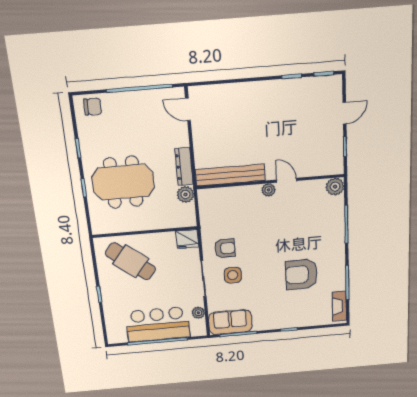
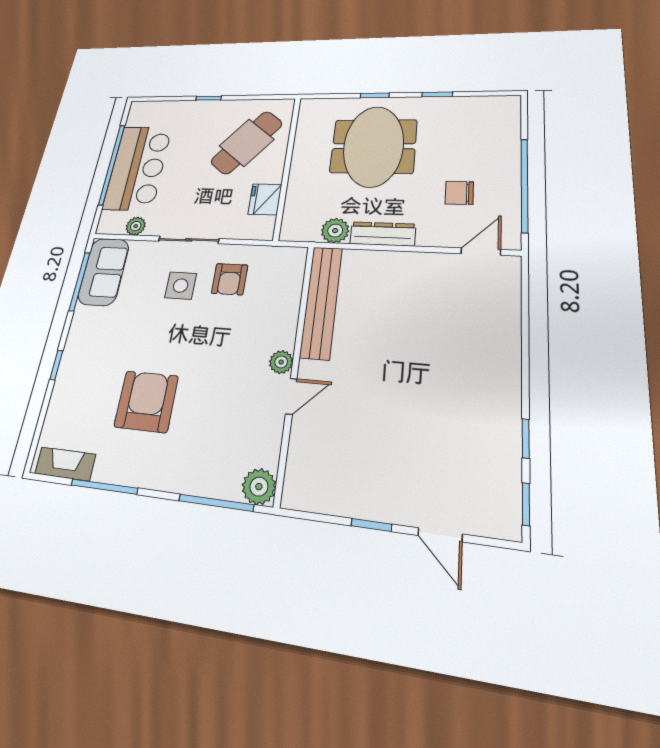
chair: (93, 107) -> (459, 193), moved, turned 88
bench: (230, 175) -> (321, 302), moved
door: (287, 180) -> (291, 396), moved
wall: (270, 182) -> (295, 367), moved
plant: (335, 187) -> (259, 487), moved
plant: (269, 190) -> (281, 362), moved
fridge: (187, 239) -> (265, 199), moved

